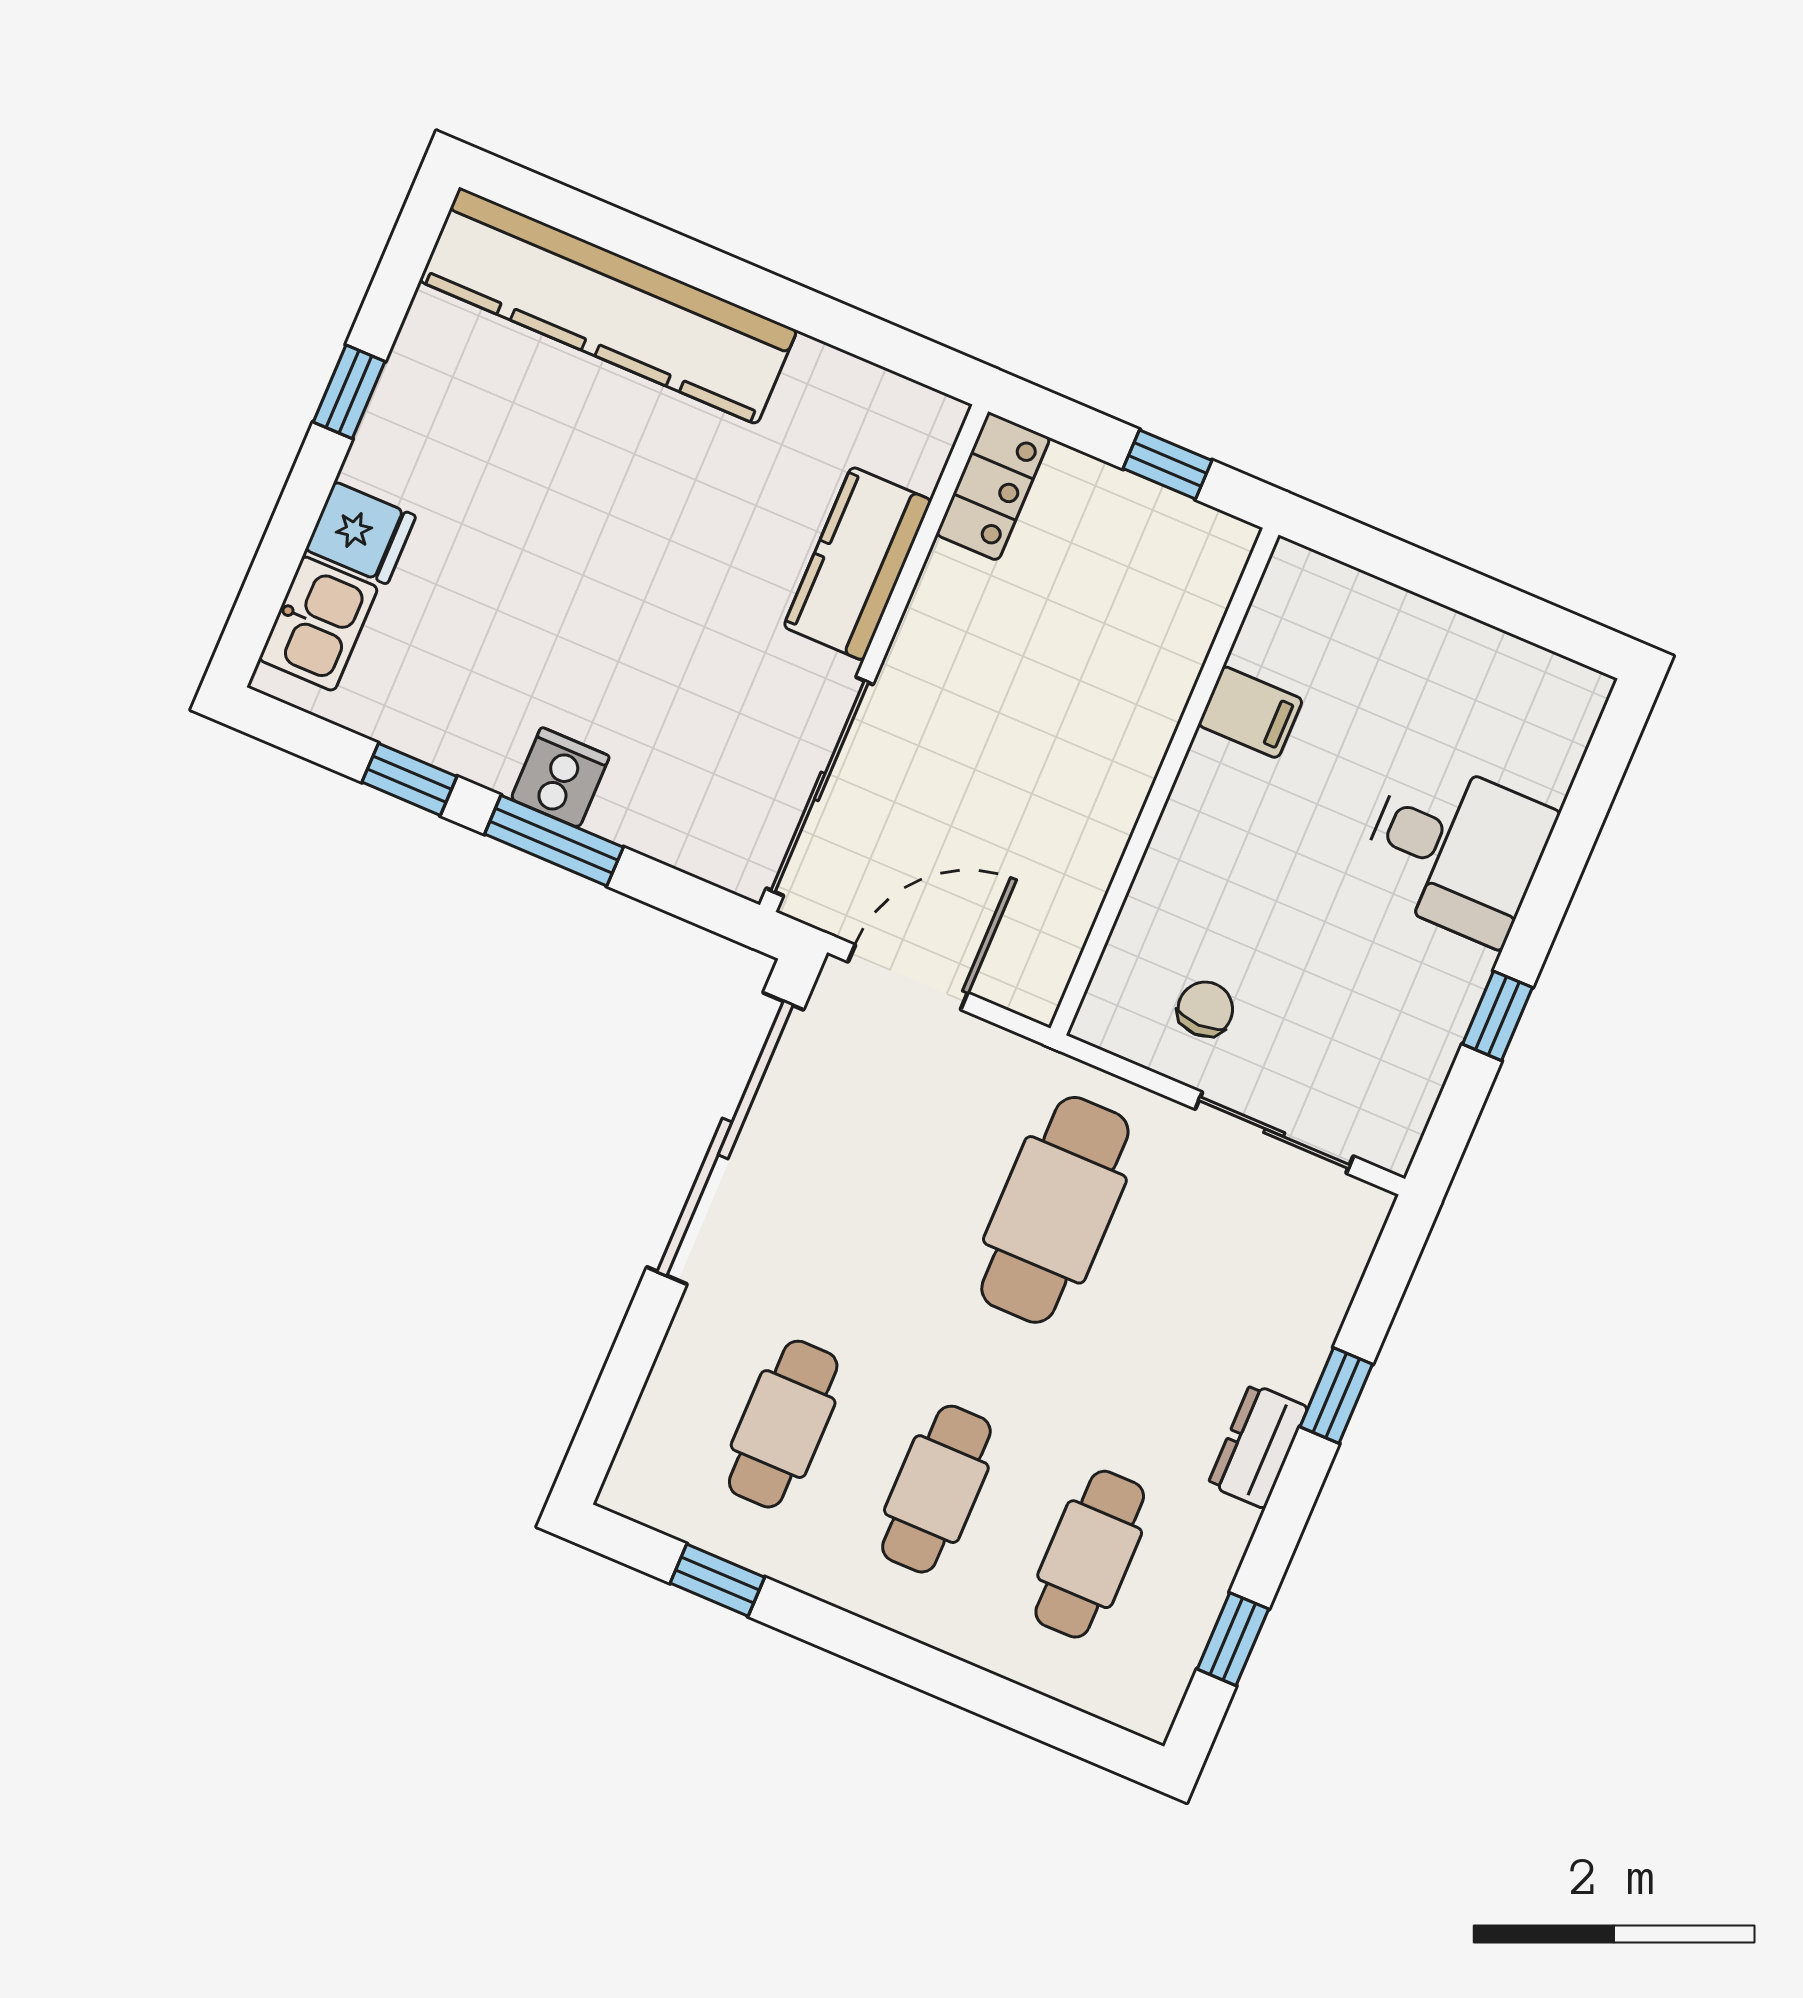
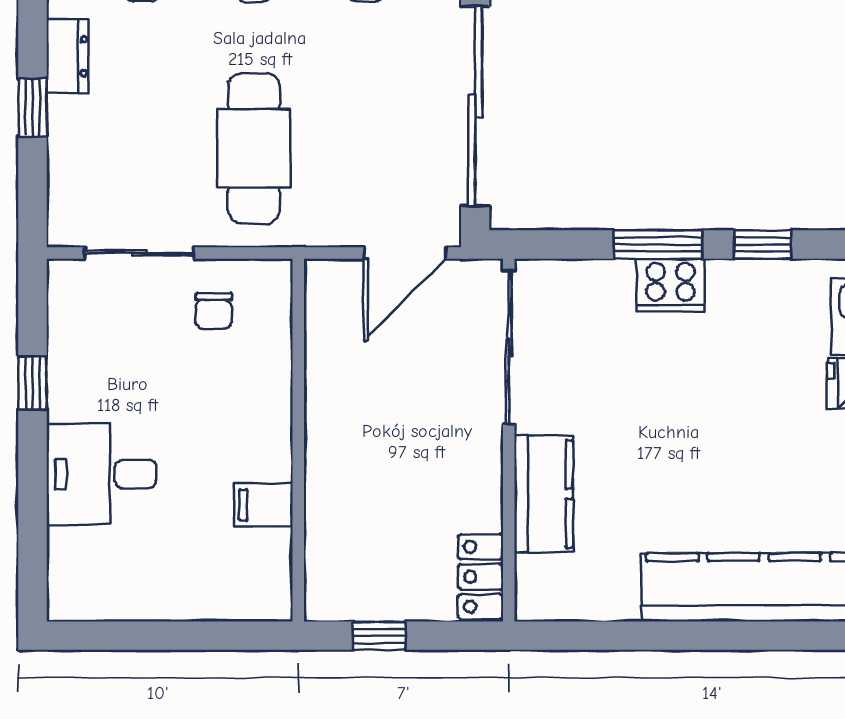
cooker: (560, 778) -> (671, 285), width x1.36

